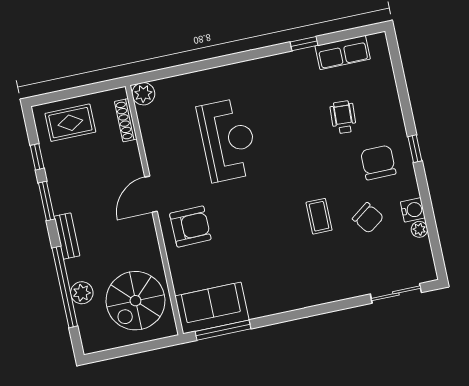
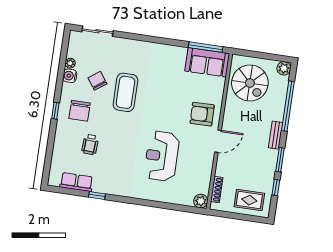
coffee table: (319, 216) -> (125, 92), width x1.86, depth x1.72
plant: (82, 293) -> (284, 68), moved
spiral stairs: (135, 301) -> (250, 83), turned 90

